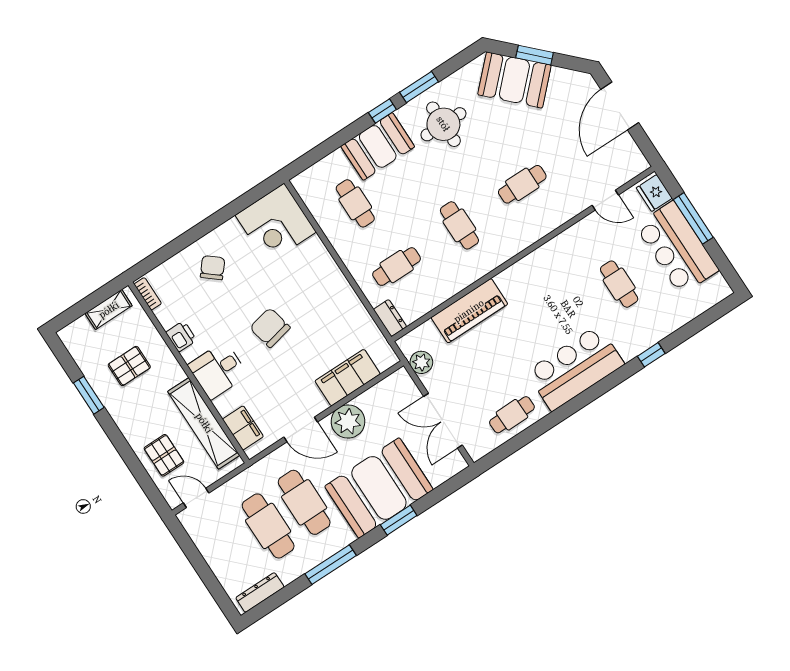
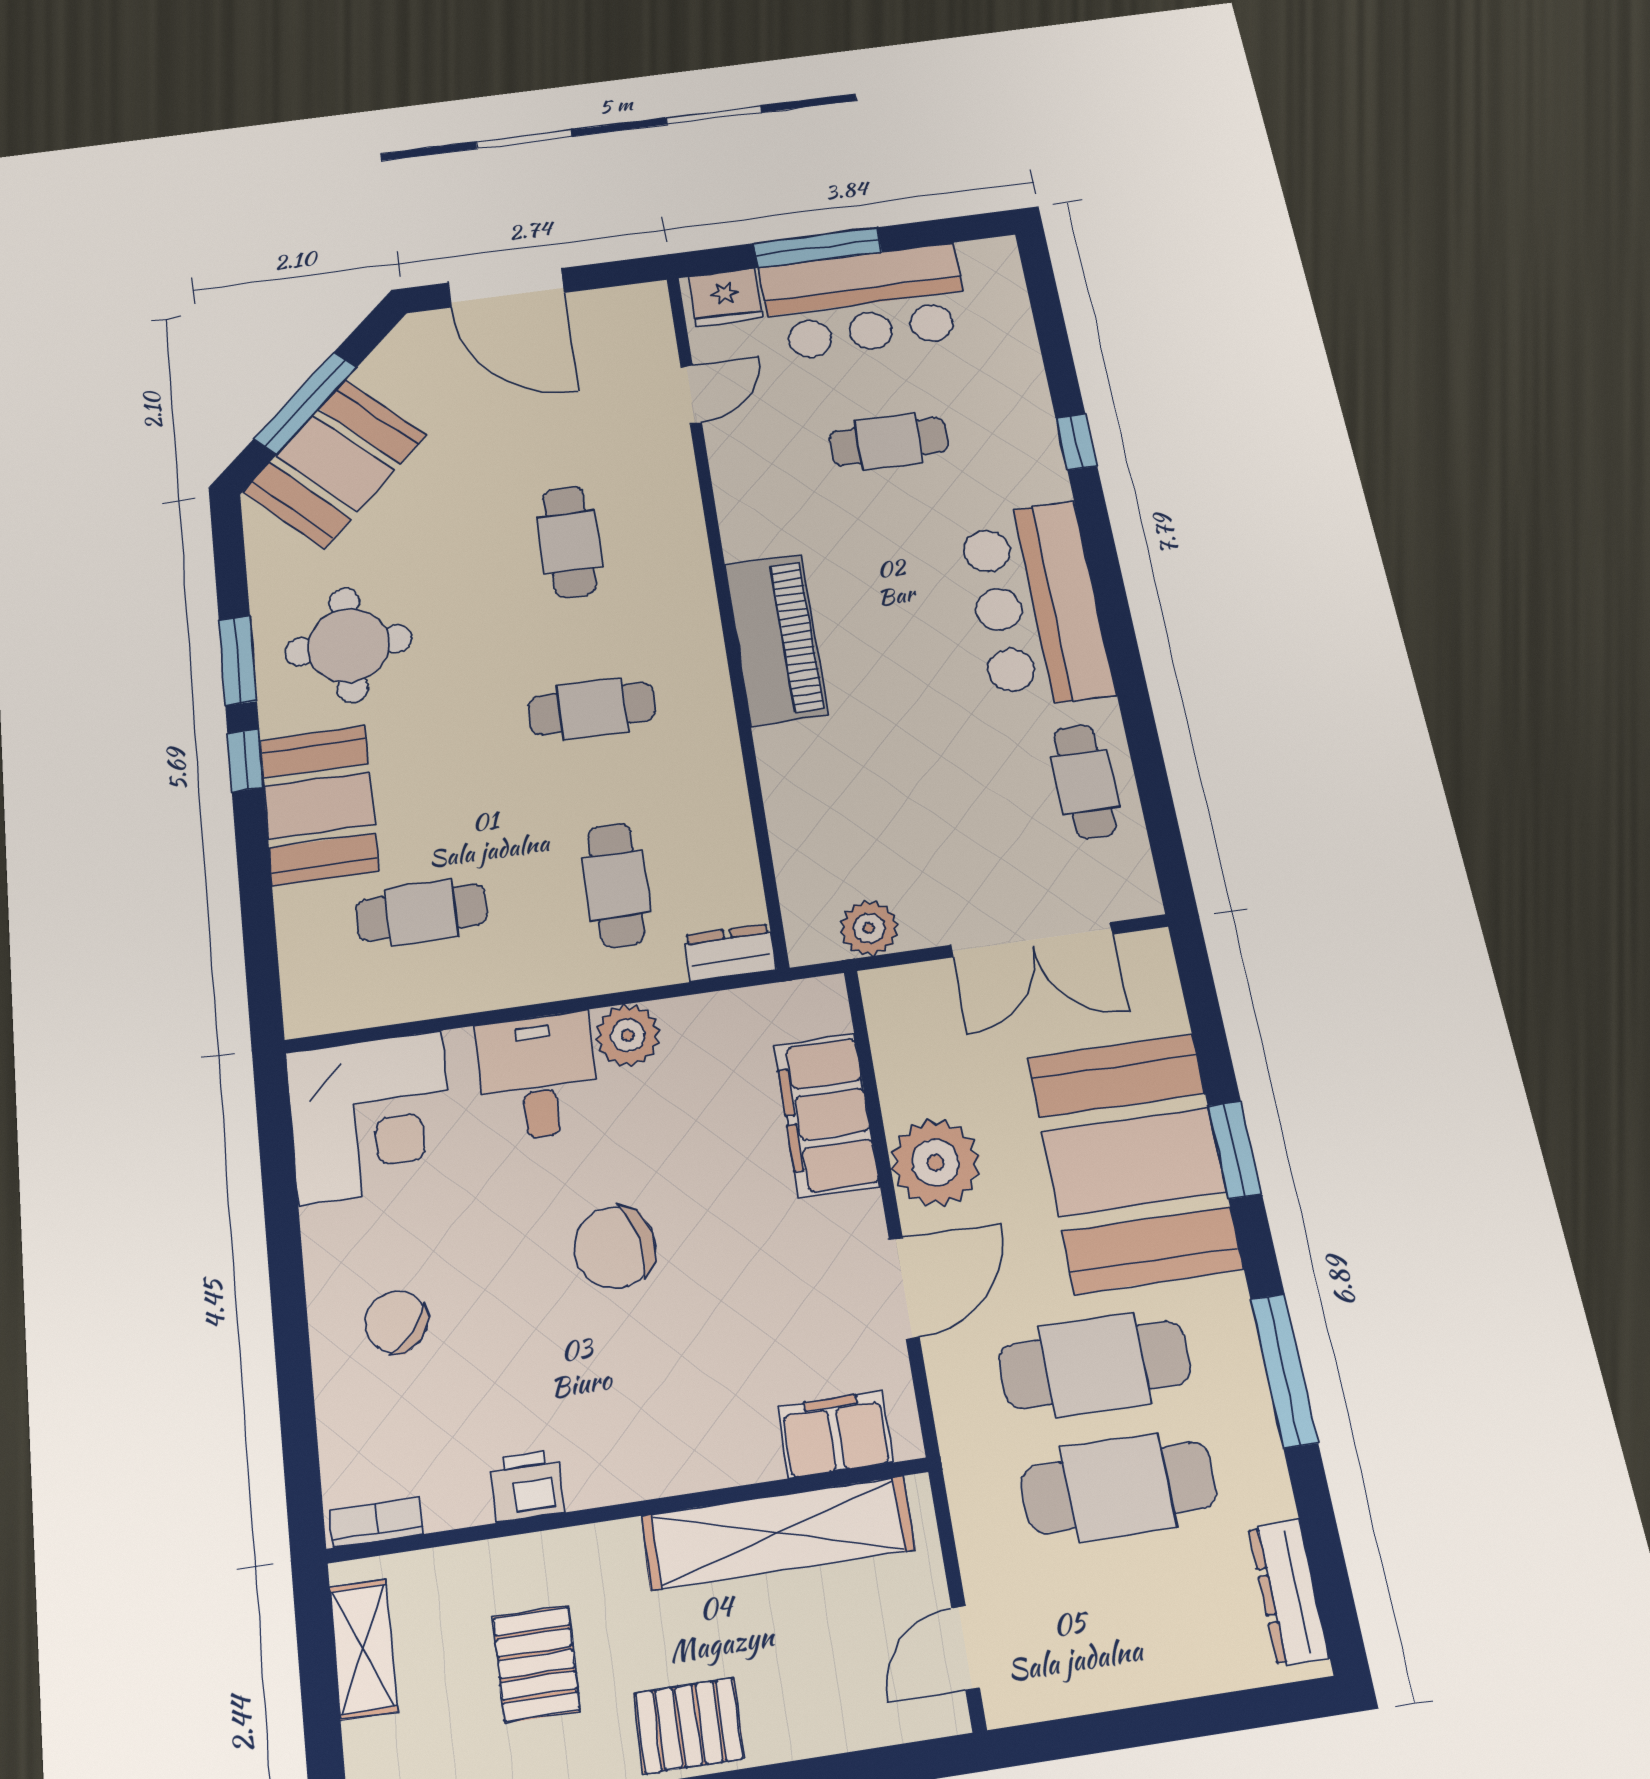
window: (535, 55) -> (306, 403), width x1.44
plant: (344, 297) -> (628, 1035), added
piano: (469, 311) -> (776, 639), moved
desk: (218, 370) -> (538, 1077), moved, turned 180
pallet: (164, 455) -> (689, 1726), moved

